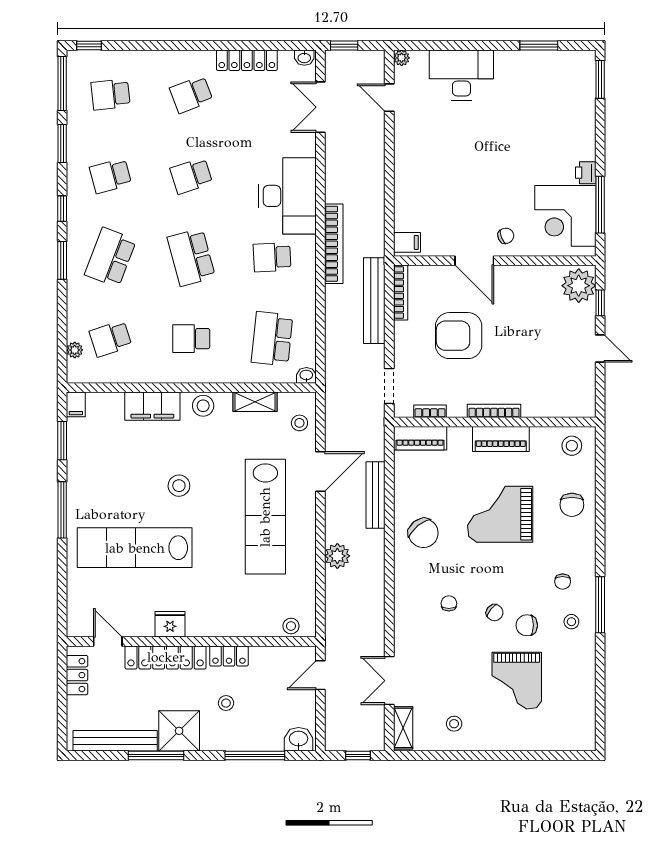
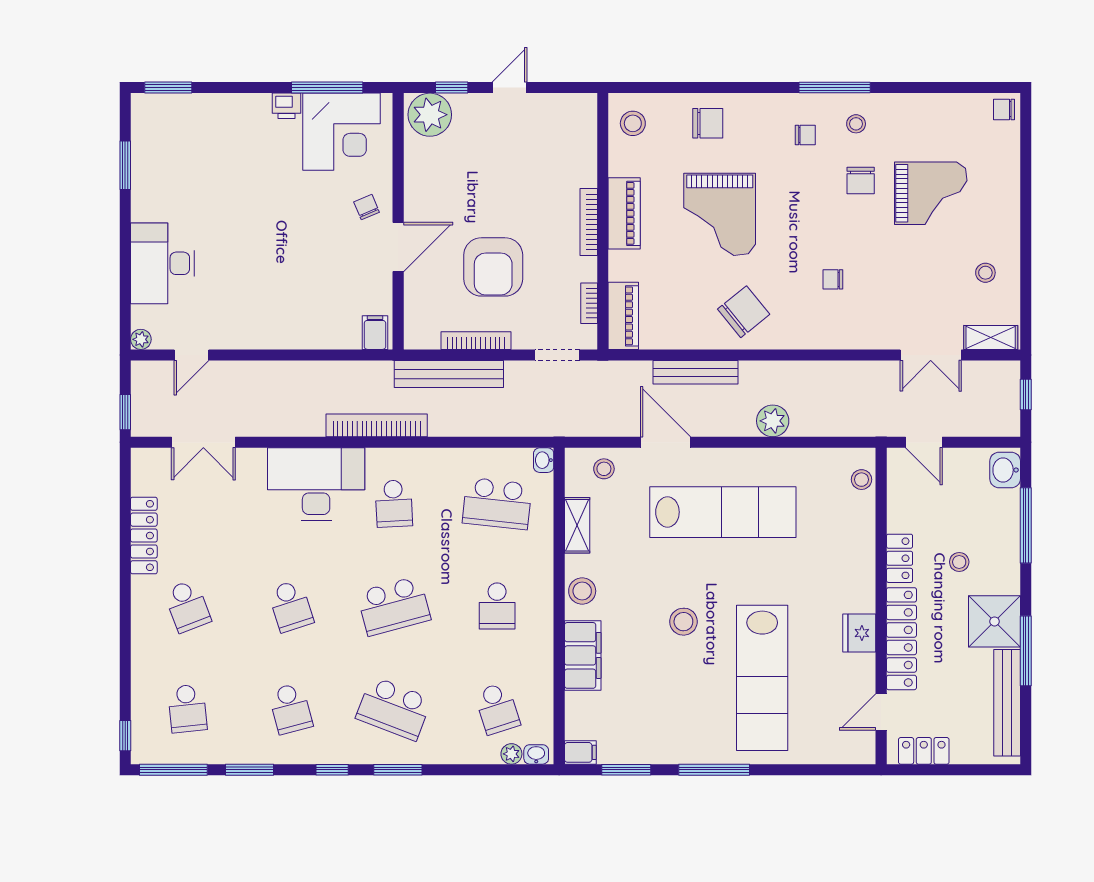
washbasin: (304, 58) -> (536, 754), moved, turned -90
bookcase: (401, 293) -> (476, 341), moved
chair: (495, 613) -> (1004, 109), moved, turned -129

